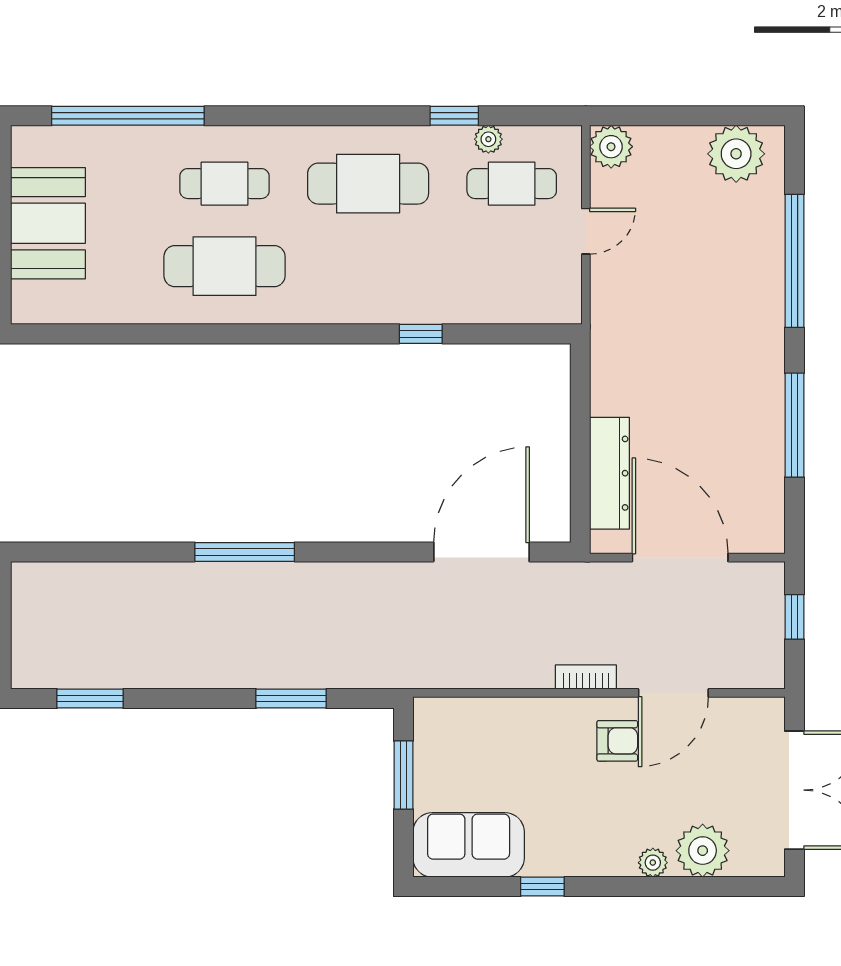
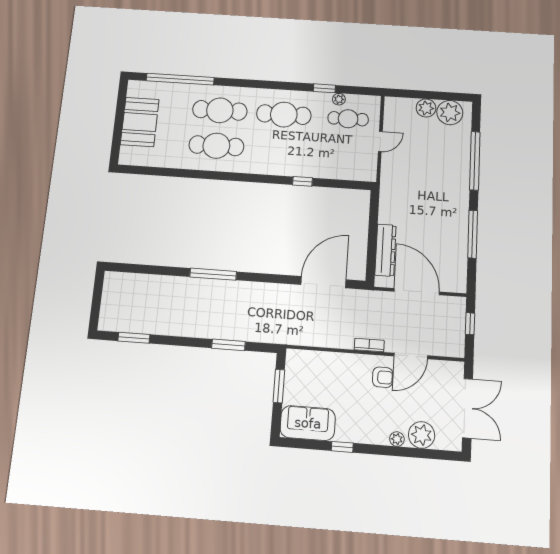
plant: (611, 147) -> (426, 108), moved
cafe table: (225, 184) -> (220, 110), width x1.37, depth x1.35

